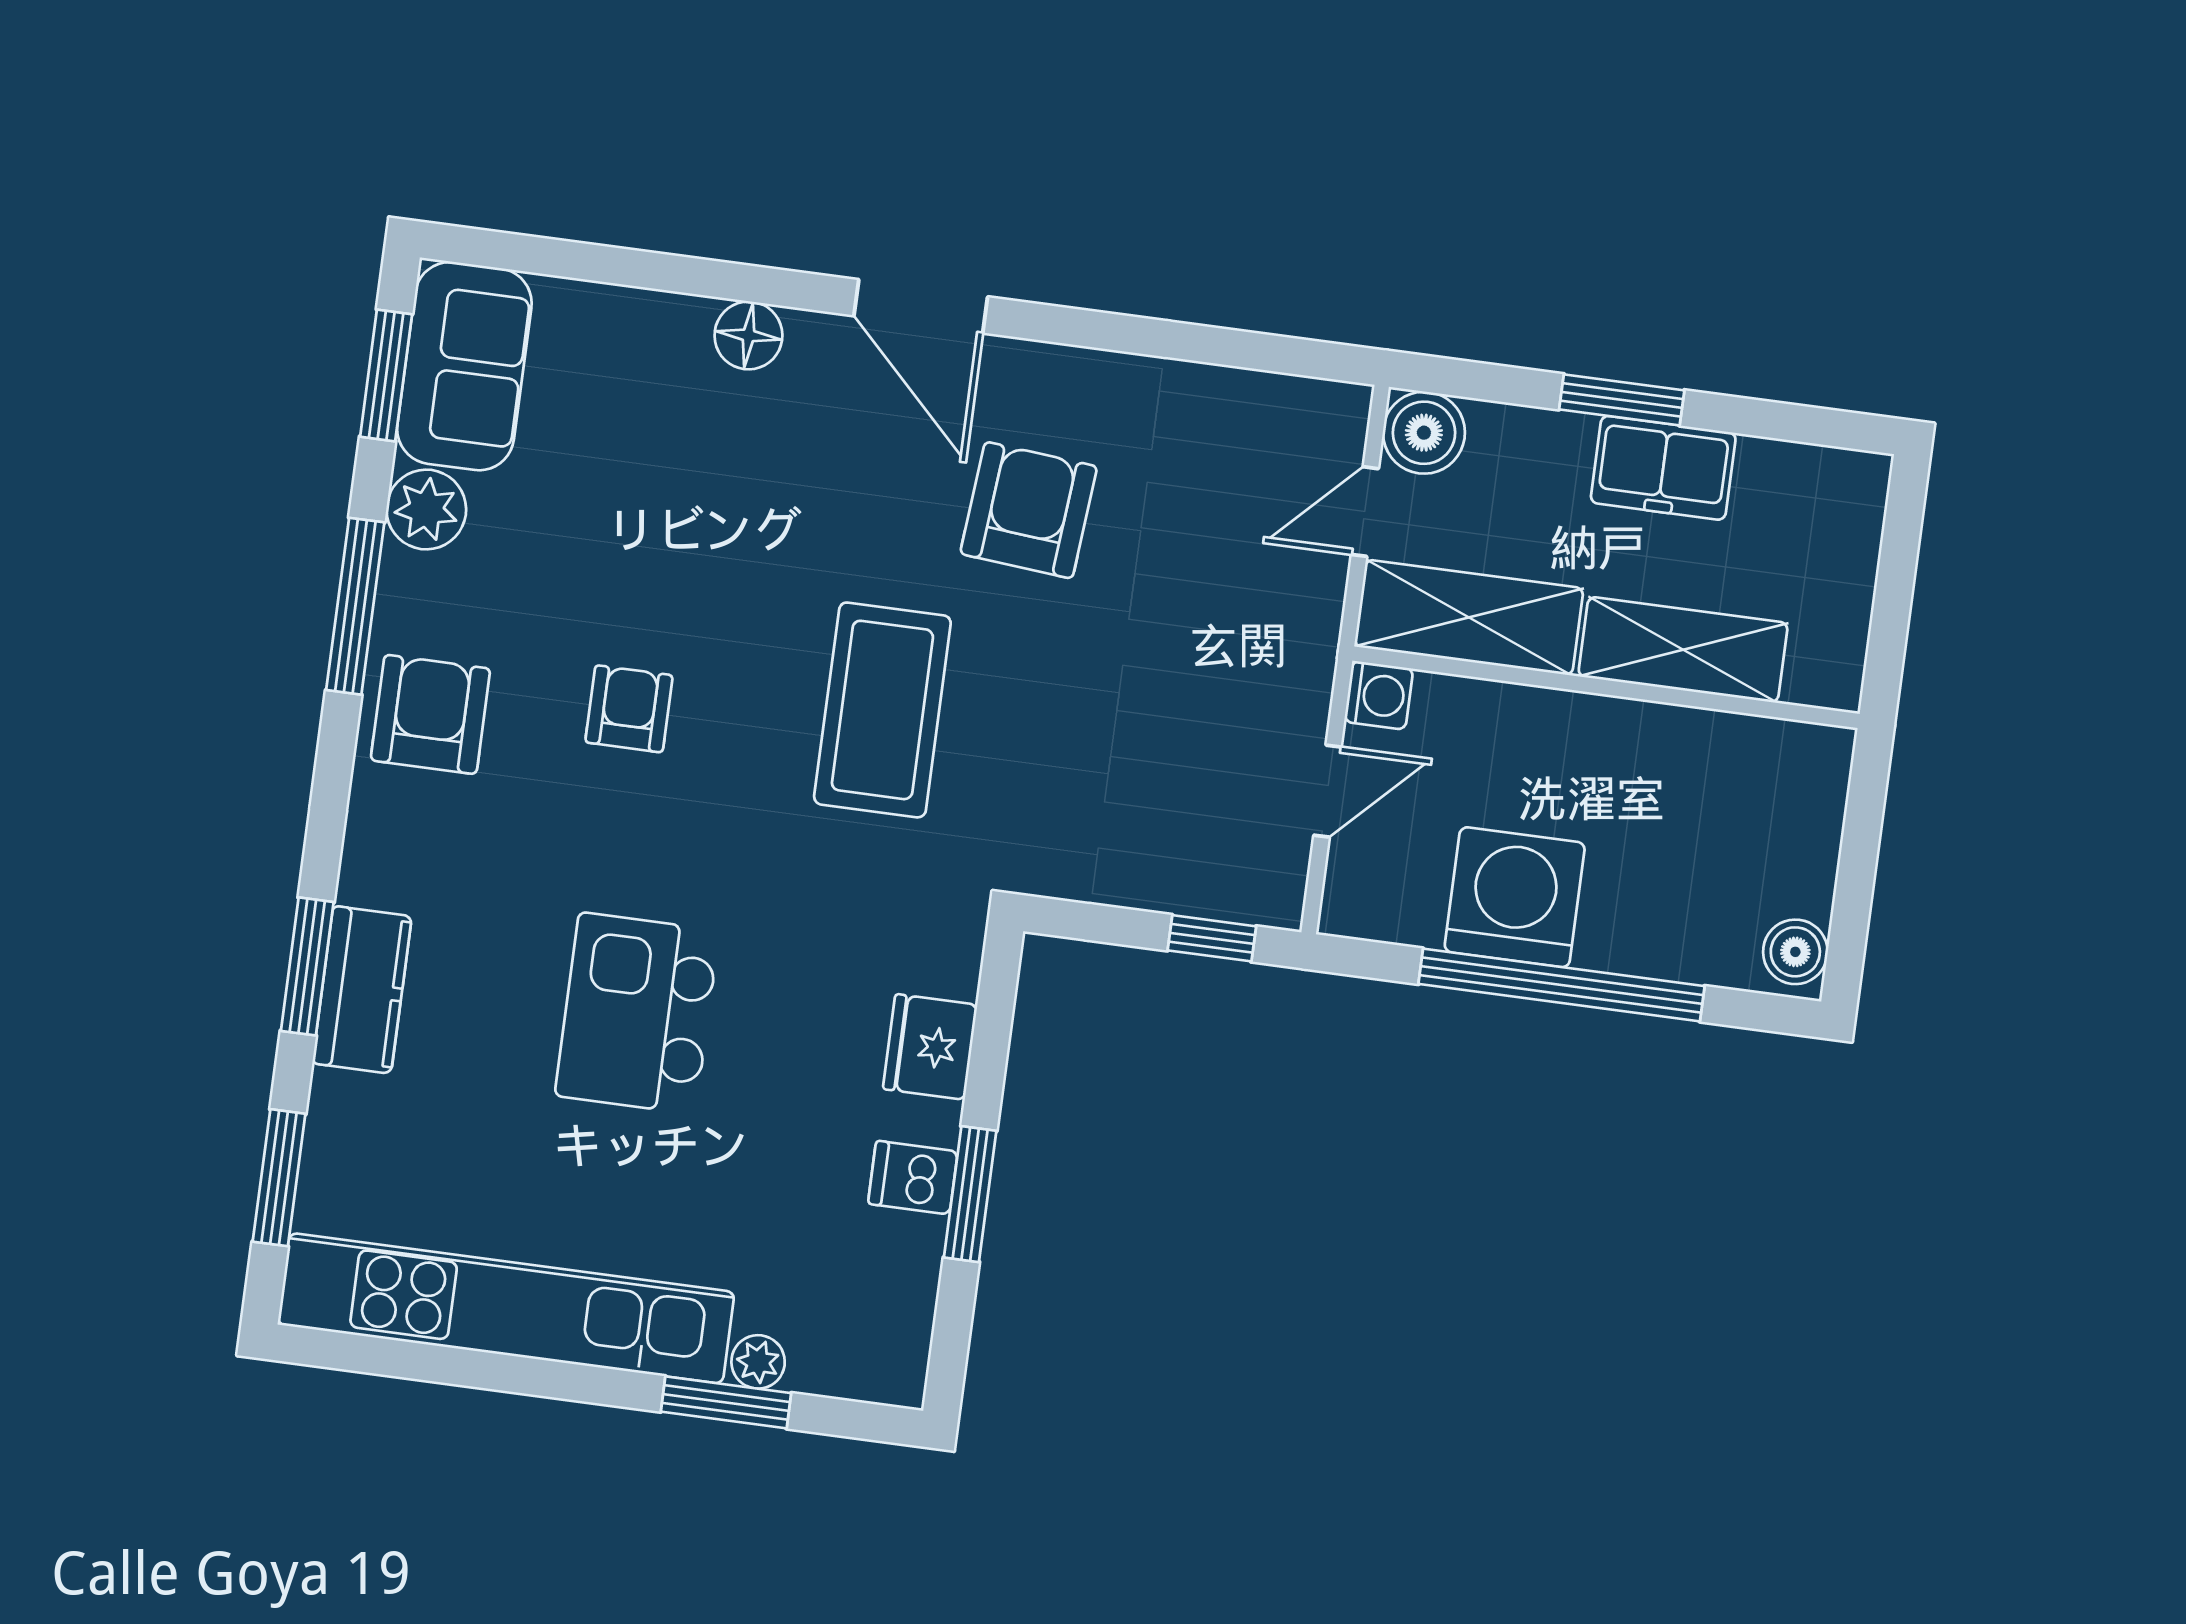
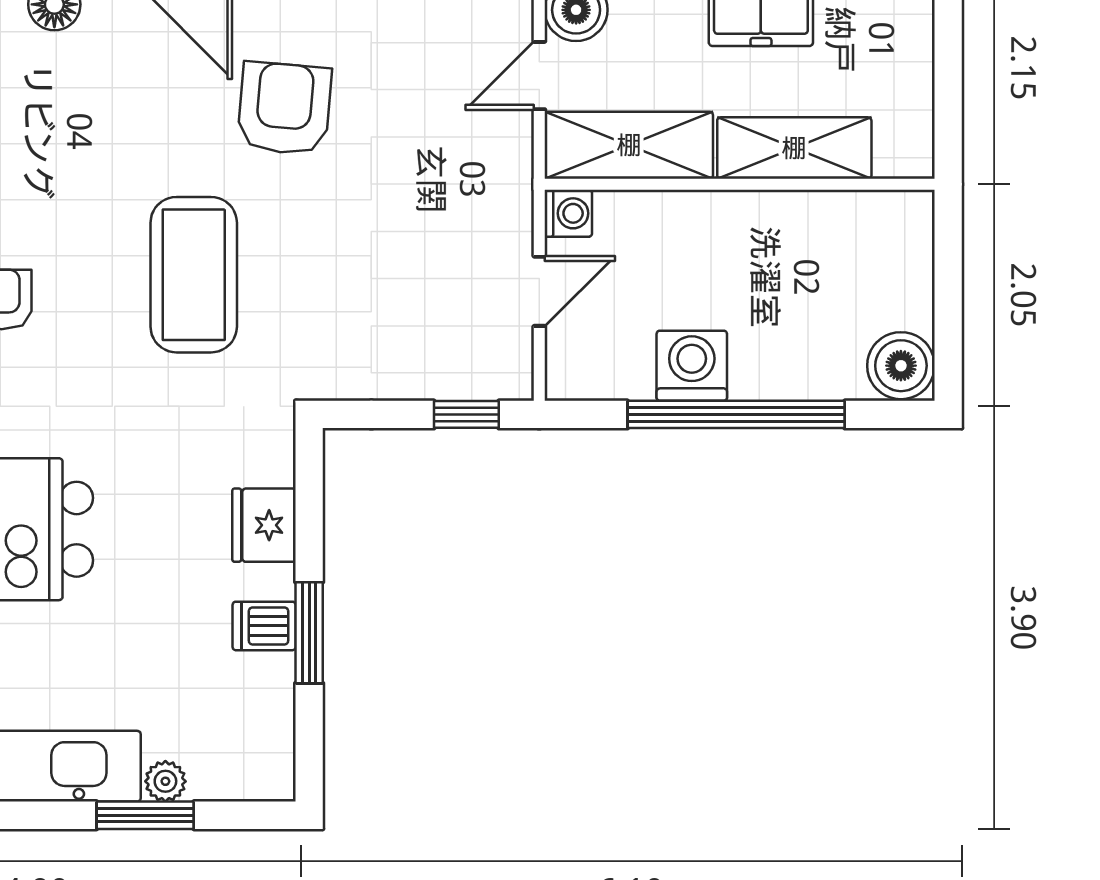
washing machine: (1515, 897) -> (692, 366), width x0.73, depth x0.73
boiler: (1795, 952) -> (901, 366), width x1.36, depth x1.36

